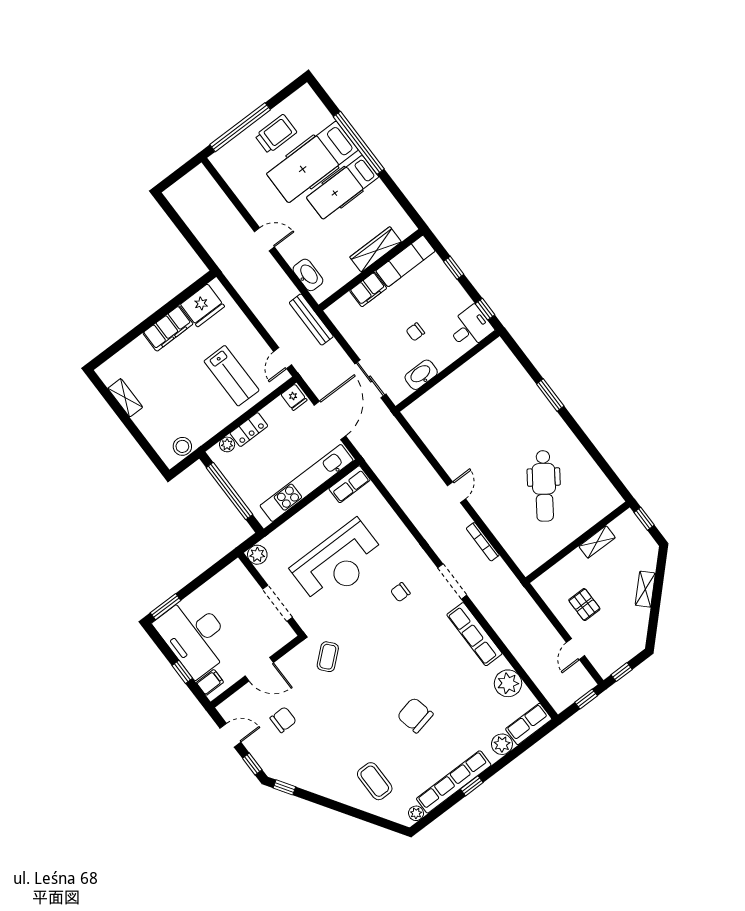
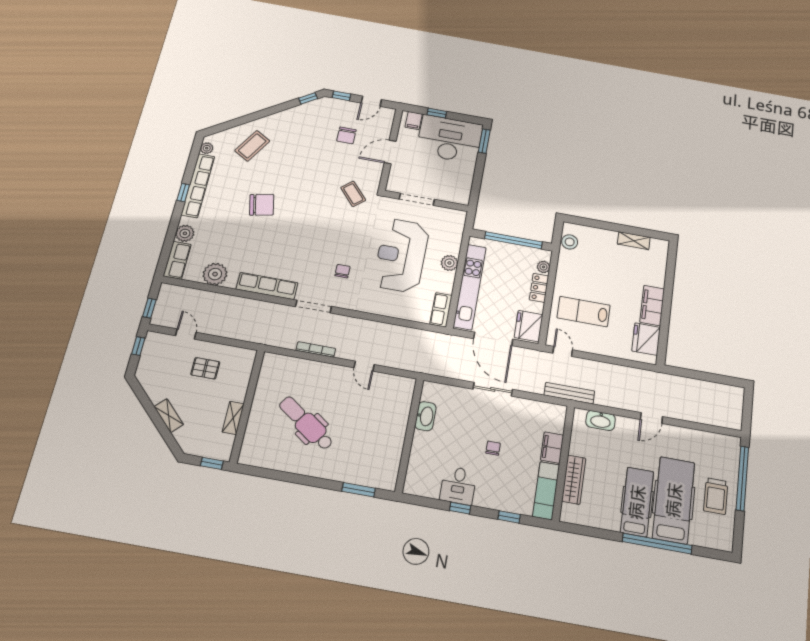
wall: (448, 371) -> (409, 435), moved
washbasin: (421, 375) -> (425, 416), moved
fridge: (294, 397) -> (529, 326), width x1.88, depth x1.34
plant: (257, 555) -> (449, 263), moved
coffee table: (375, 781) -> (252, 146), turned -59

